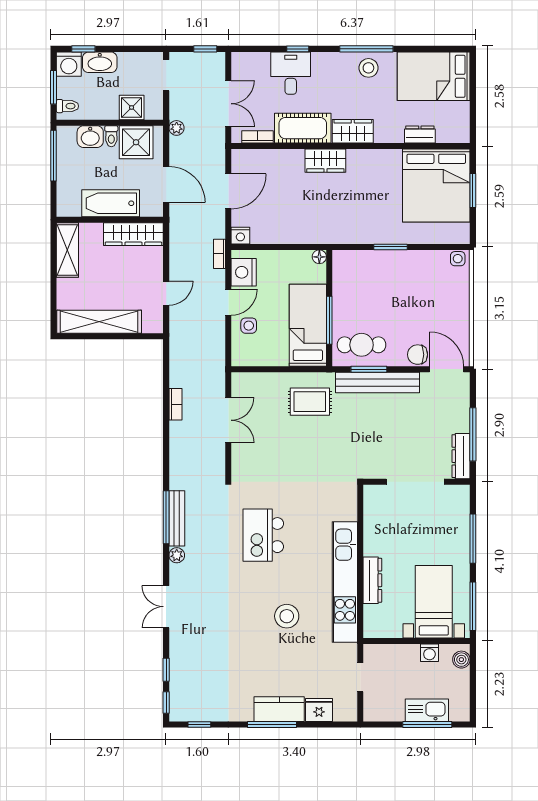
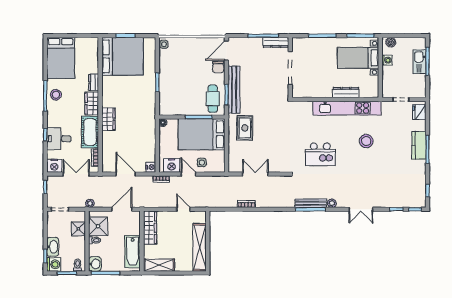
nightstand: (243, 65) -> (54, 166), added
dresser: (420, 134) -> (94, 83), moved
washbasin: (90, 137) -> (95, 264), moved
bathtub: (111, 203) -> (133, 252), moved
bed: (308, 325) -> (202, 134), width x1.50
fridge: (319, 710) -> (419, 112), moved

